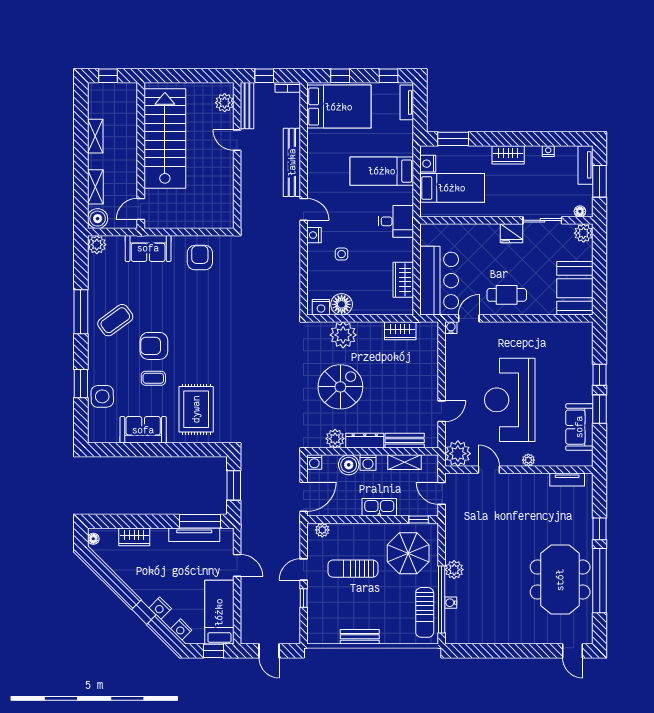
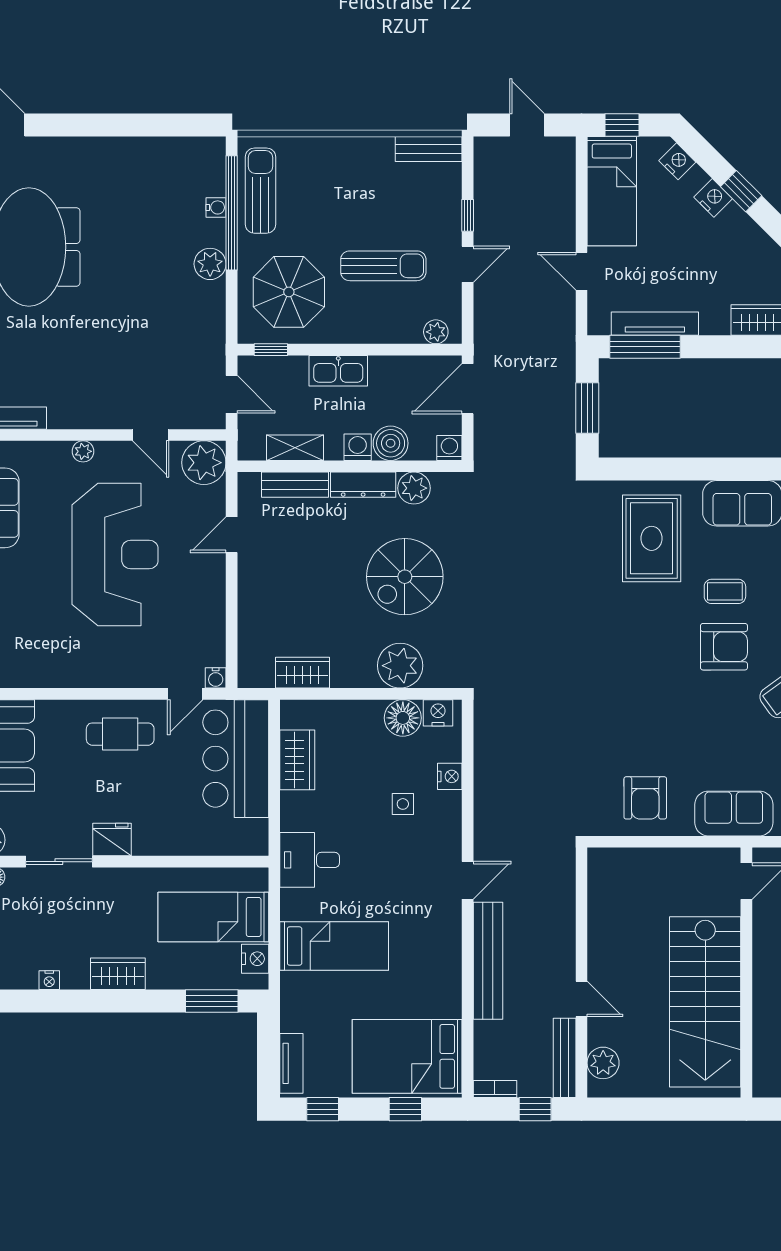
door: (304, 209) -> (468, 880), swing flipped
nightstand: (314, 235) -> (450, 776), moved
bench: (360, 637) -> (429, 149), moved

